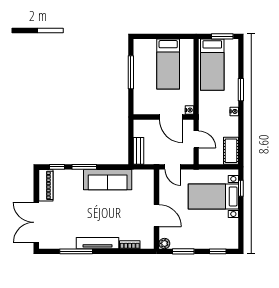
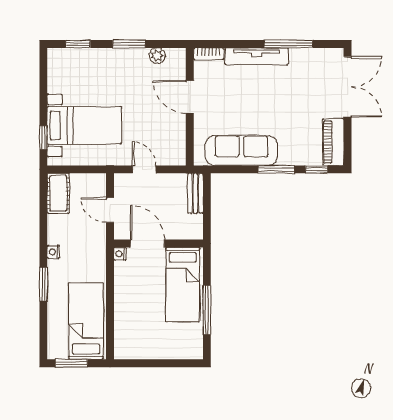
bed: (168, 64) -> (183, 285), moved, turned 180
wall: (156, 209) -> (190, 107), moved
door: (156, 216) -> (190, 97), moved

